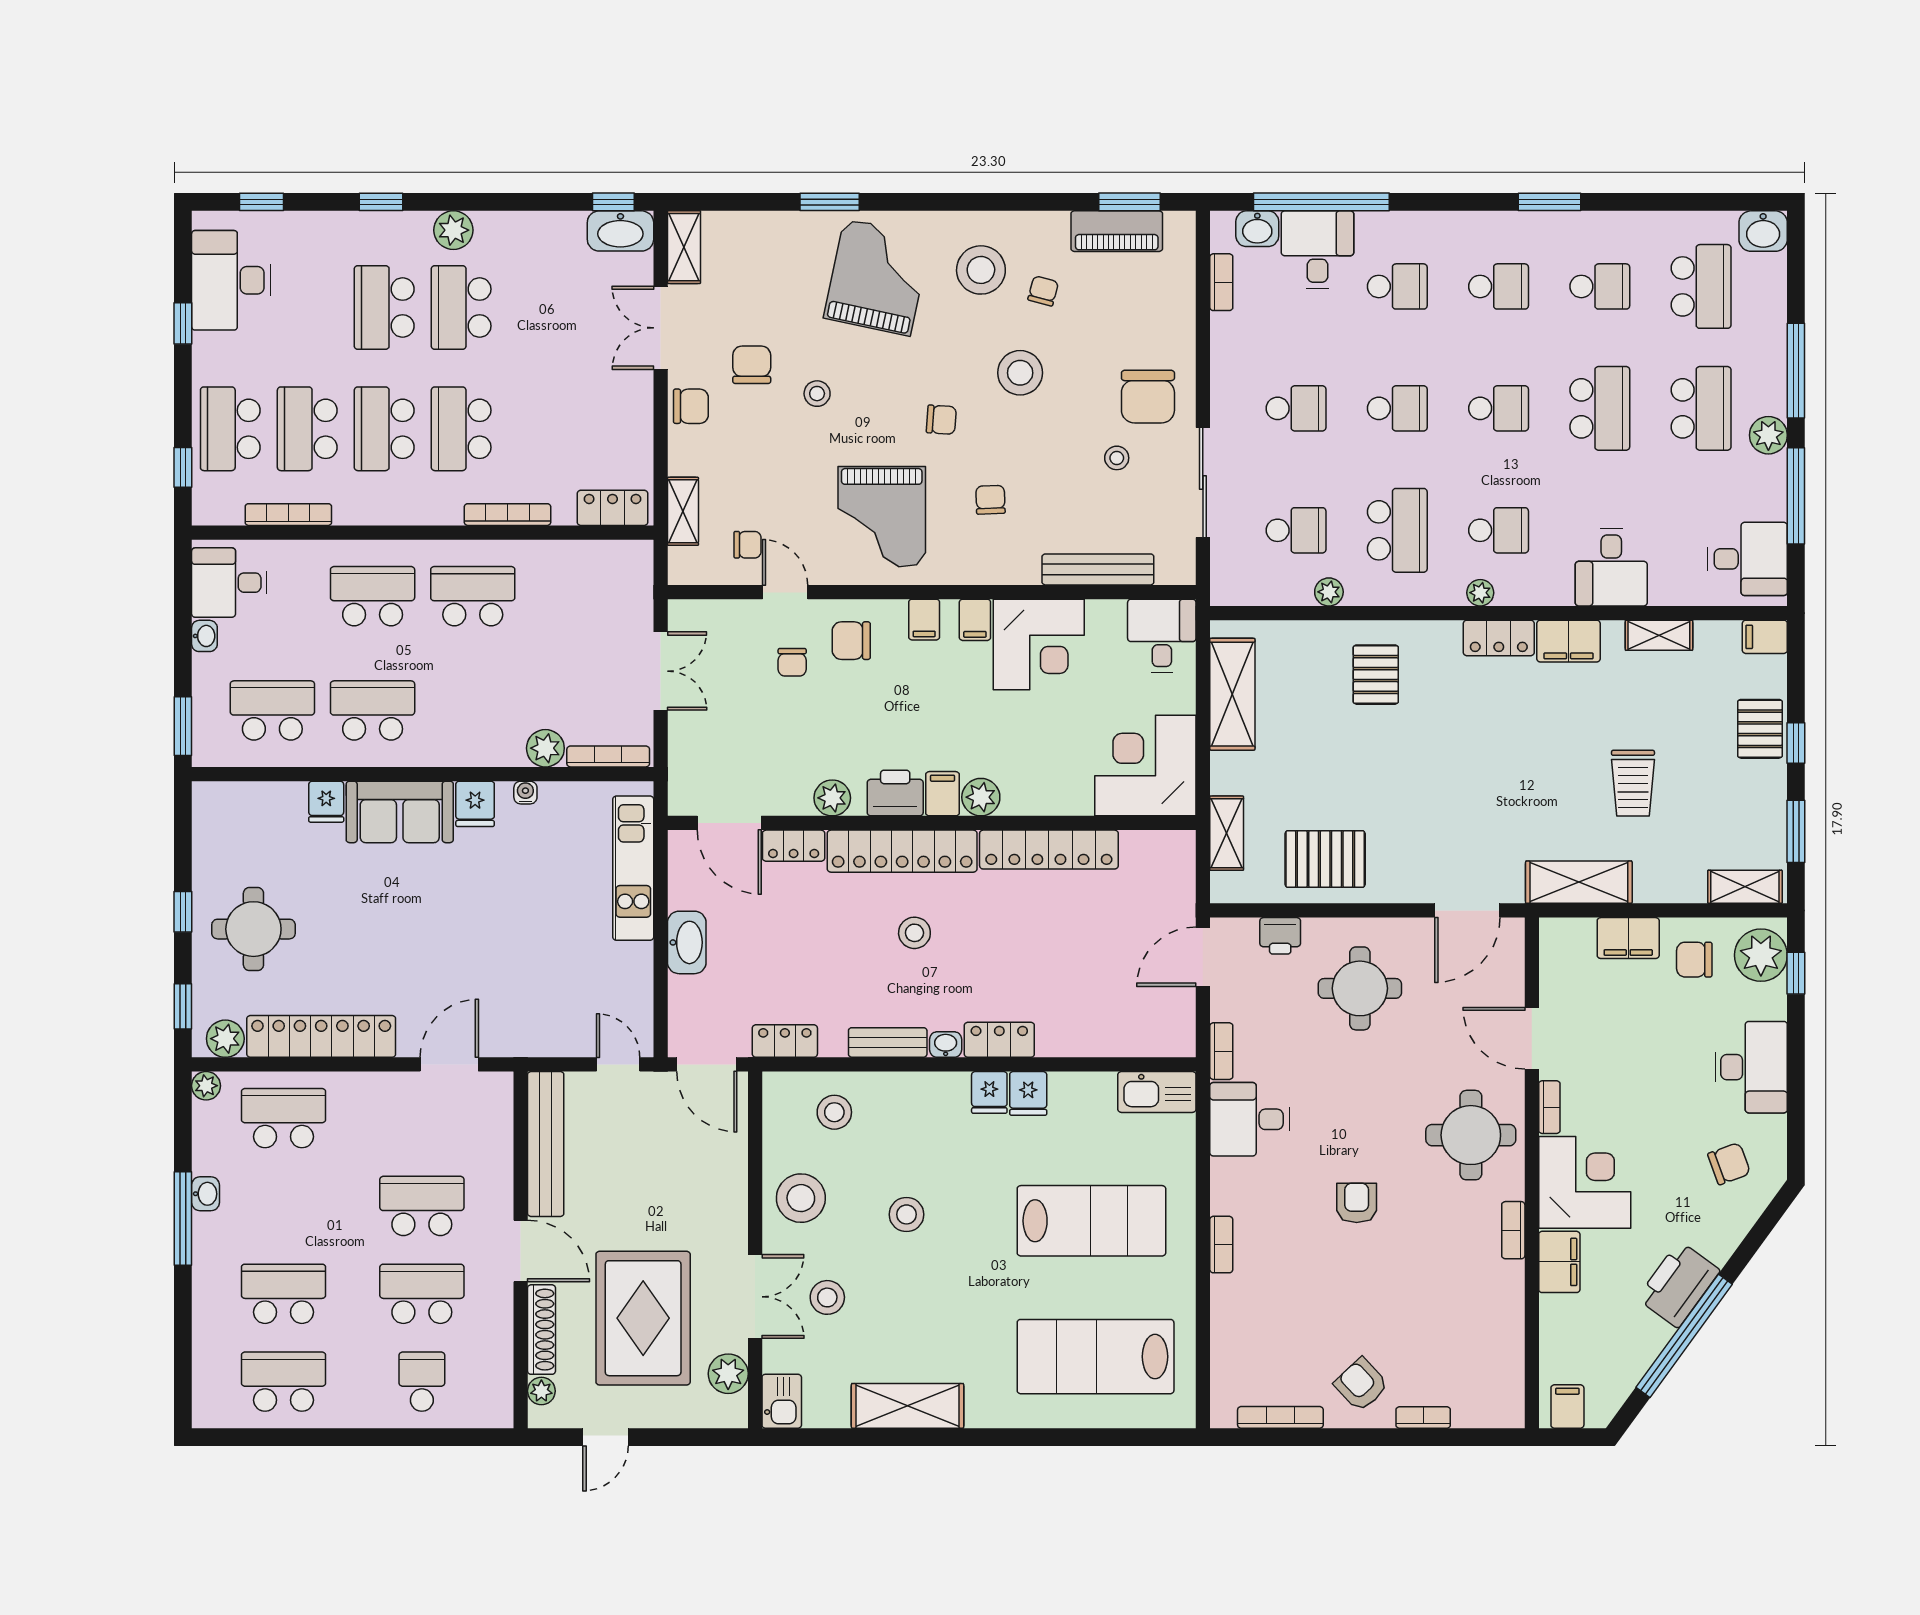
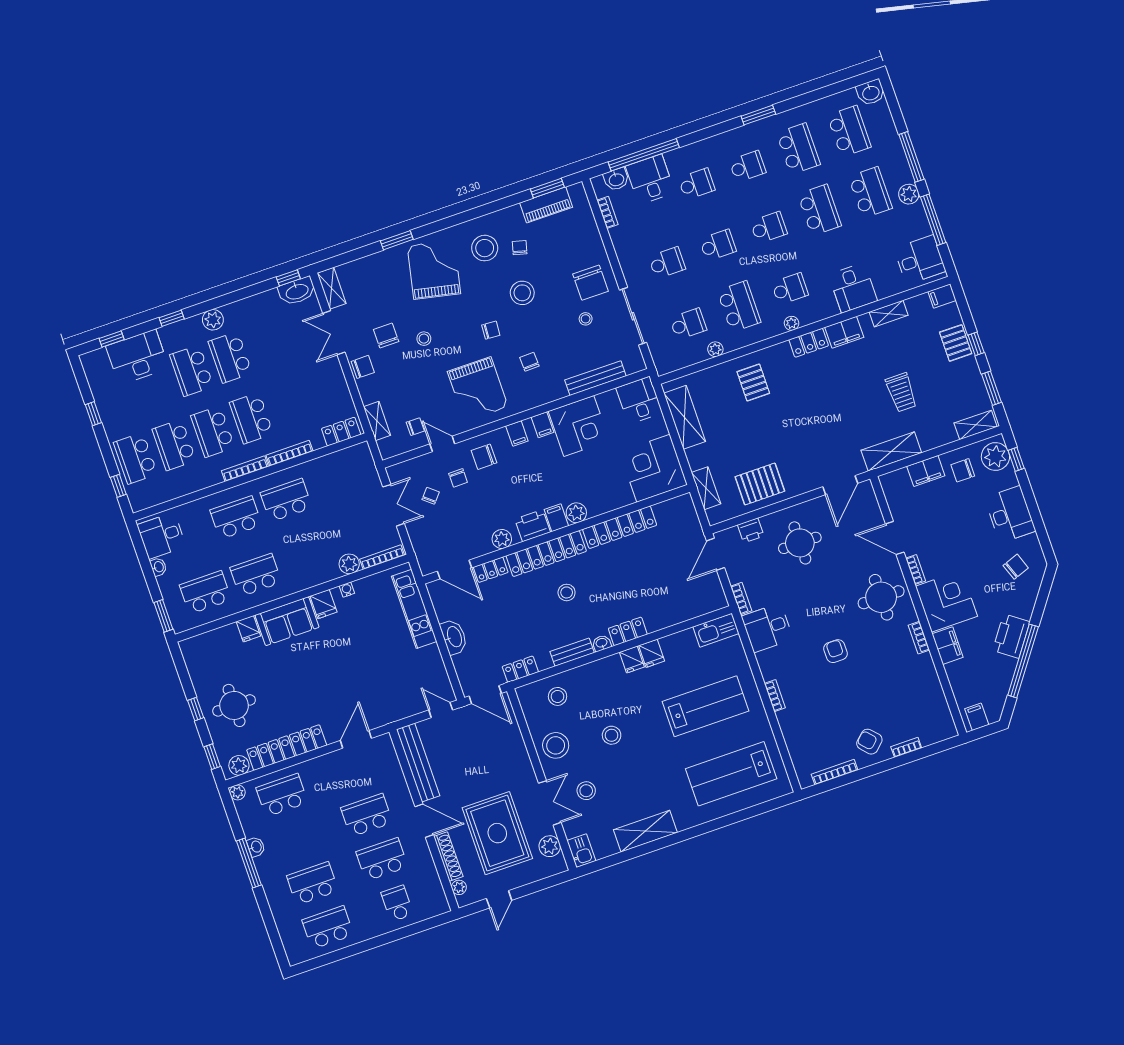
desk: (231, 280) -> (137, 357), moved, turned 90
school desk: (1600, 286) -> (798, 149), width x1.85
bookcase: (288, 515) -> (245, 469), moved
chair: (732, 677) -> (431, 496), added

